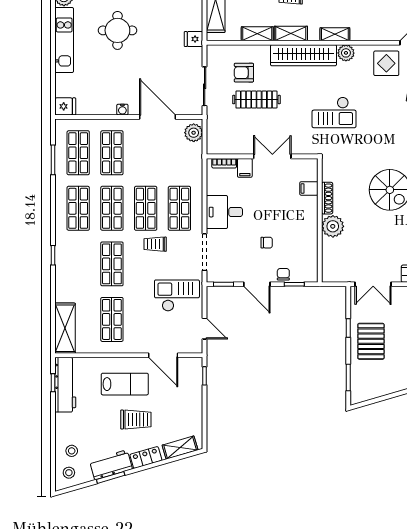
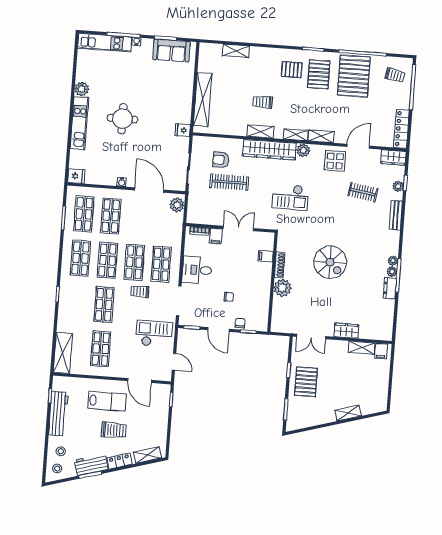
shelving: (257, 34) -> (321, 136), moved
workbench: (65, 385) -> (58, 414), moved

